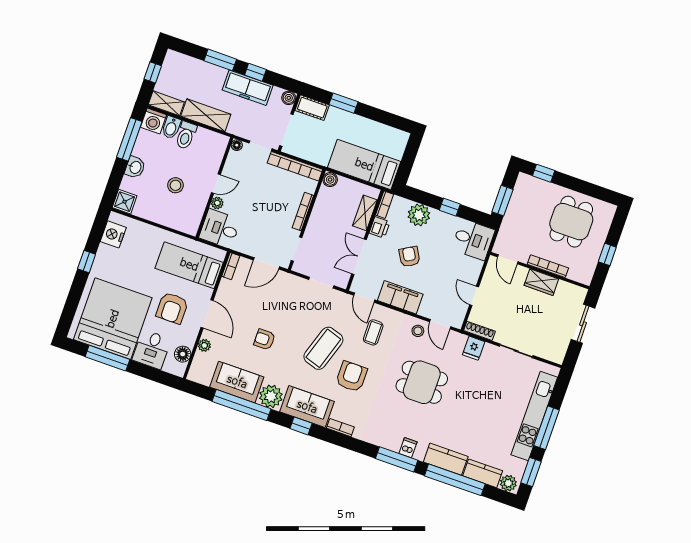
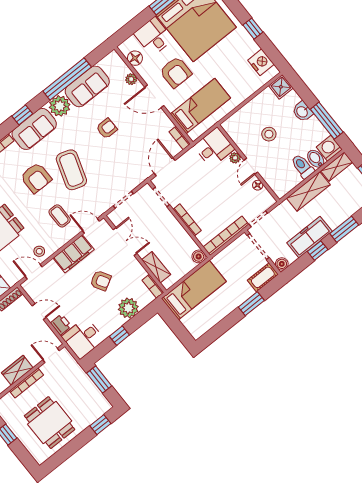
floor lamp: (237, 145) -> (258, 185), moved
printer: (380, 227) -> (61, 325), moved, turned 180
armchair: (172, 308) -> (176, 72), turned 180

